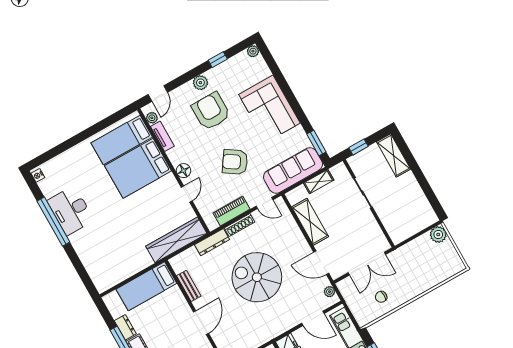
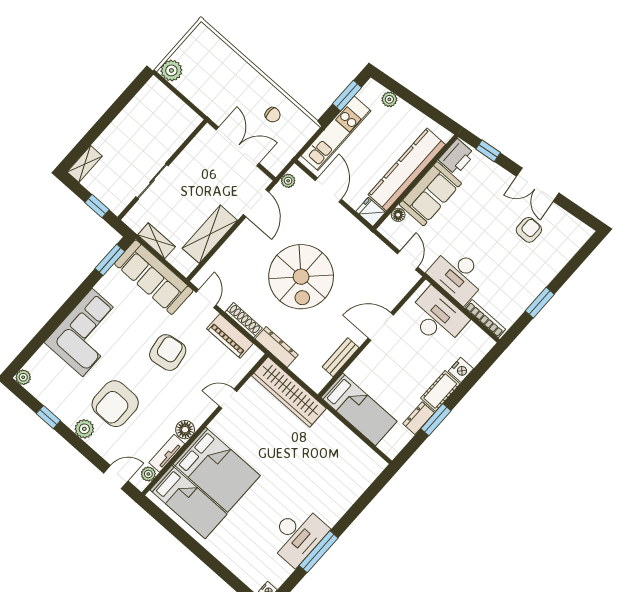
shelving: (394, 155) -> (85, 164), width x0.67, depth x0.75
armchair: (235, 162) -> (168, 353), turned -133
floor lamp: (184, 171) -> (185, 430), moved
window: (53, 222) -> (318, 552), width x0.68

